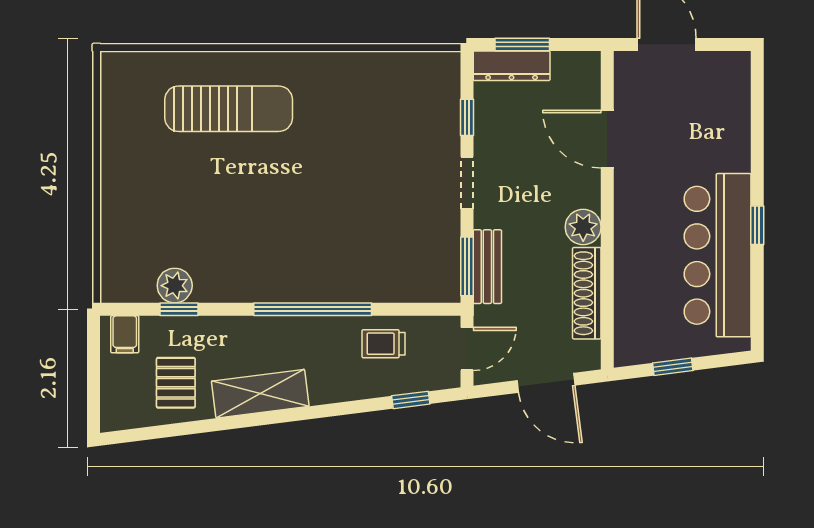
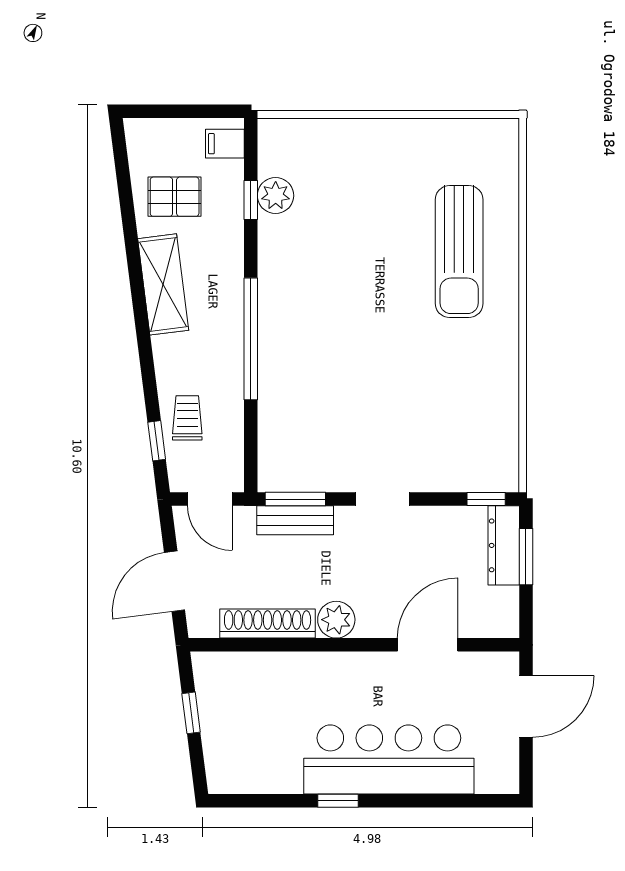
window: (467, 117) -> (486, 499), moved
bar counter: (718, 255) -> (389, 759), moved
trolley: (384, 344) -> (187, 418), moved

